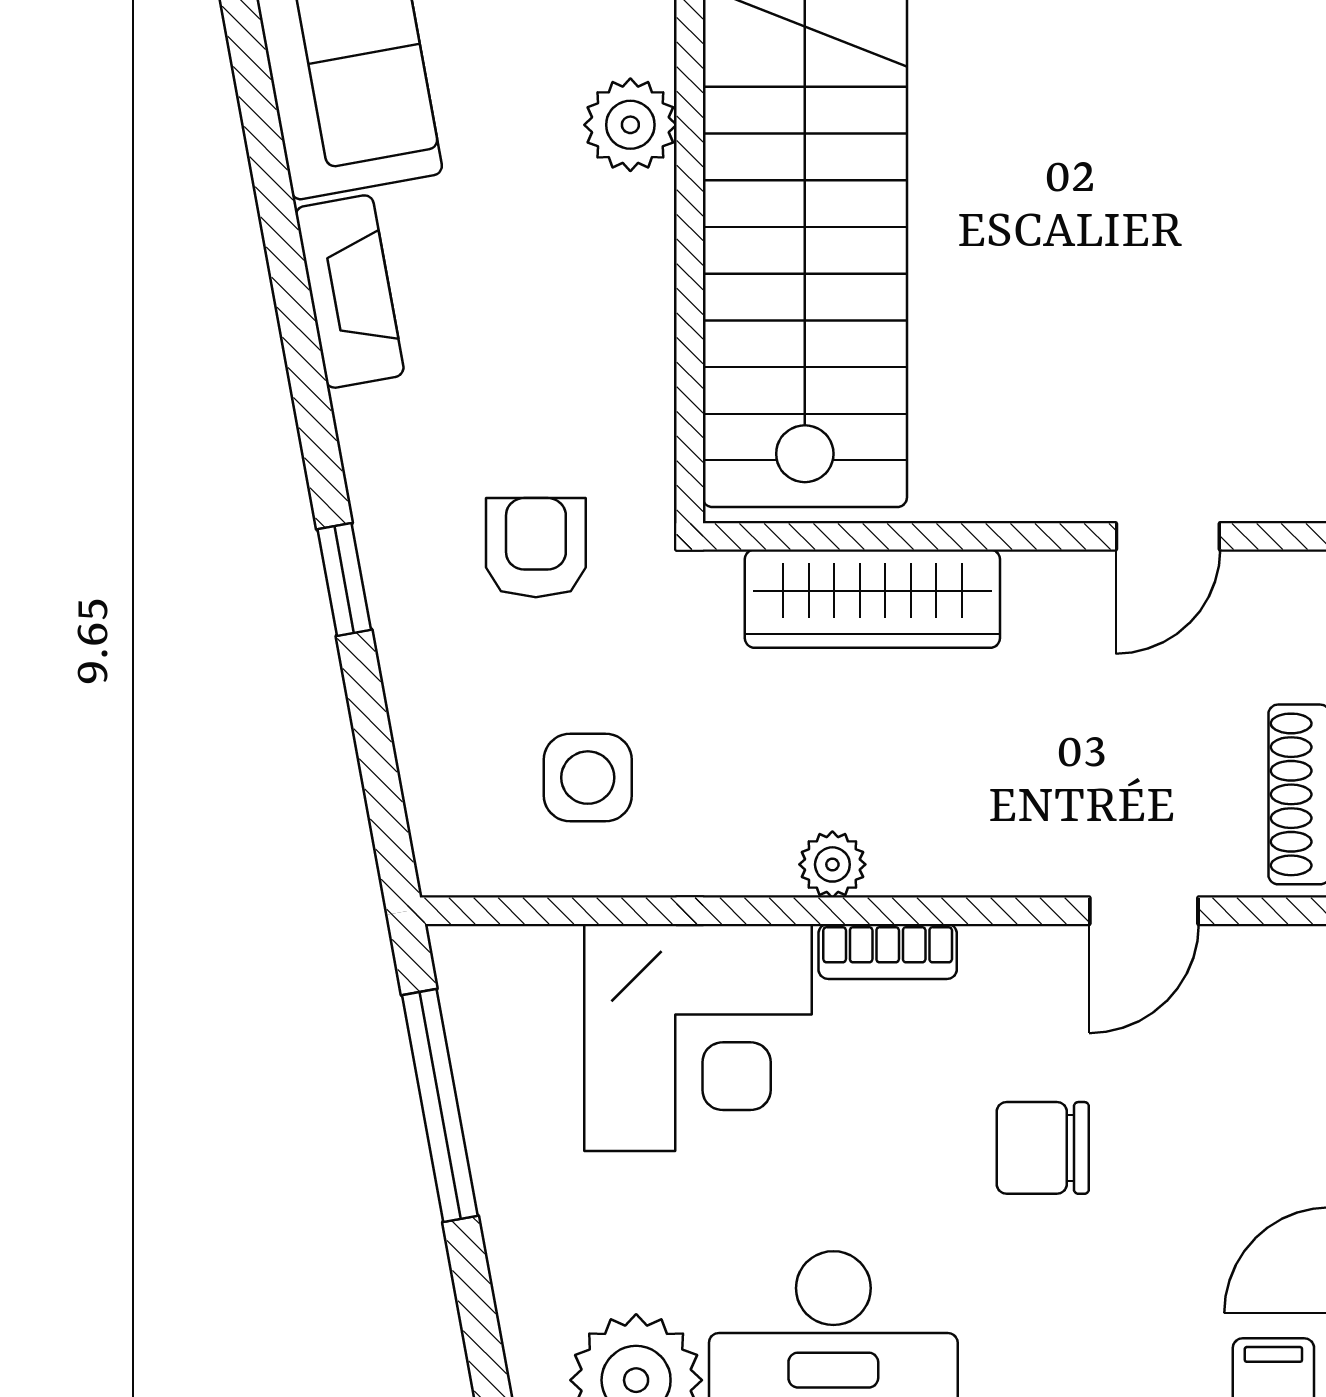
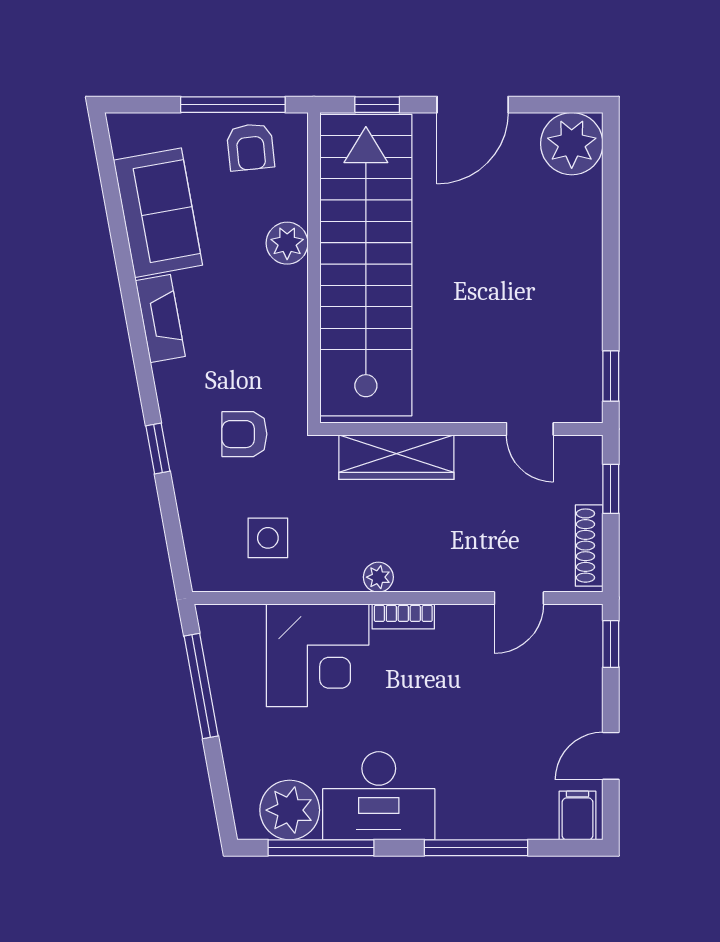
door: (1168, 536) -> (530, 429), hinge flipped
armchair: (536, 548) -> (244, 434), turned -90
chair: (1043, 1148) -> (473, 705), removed

